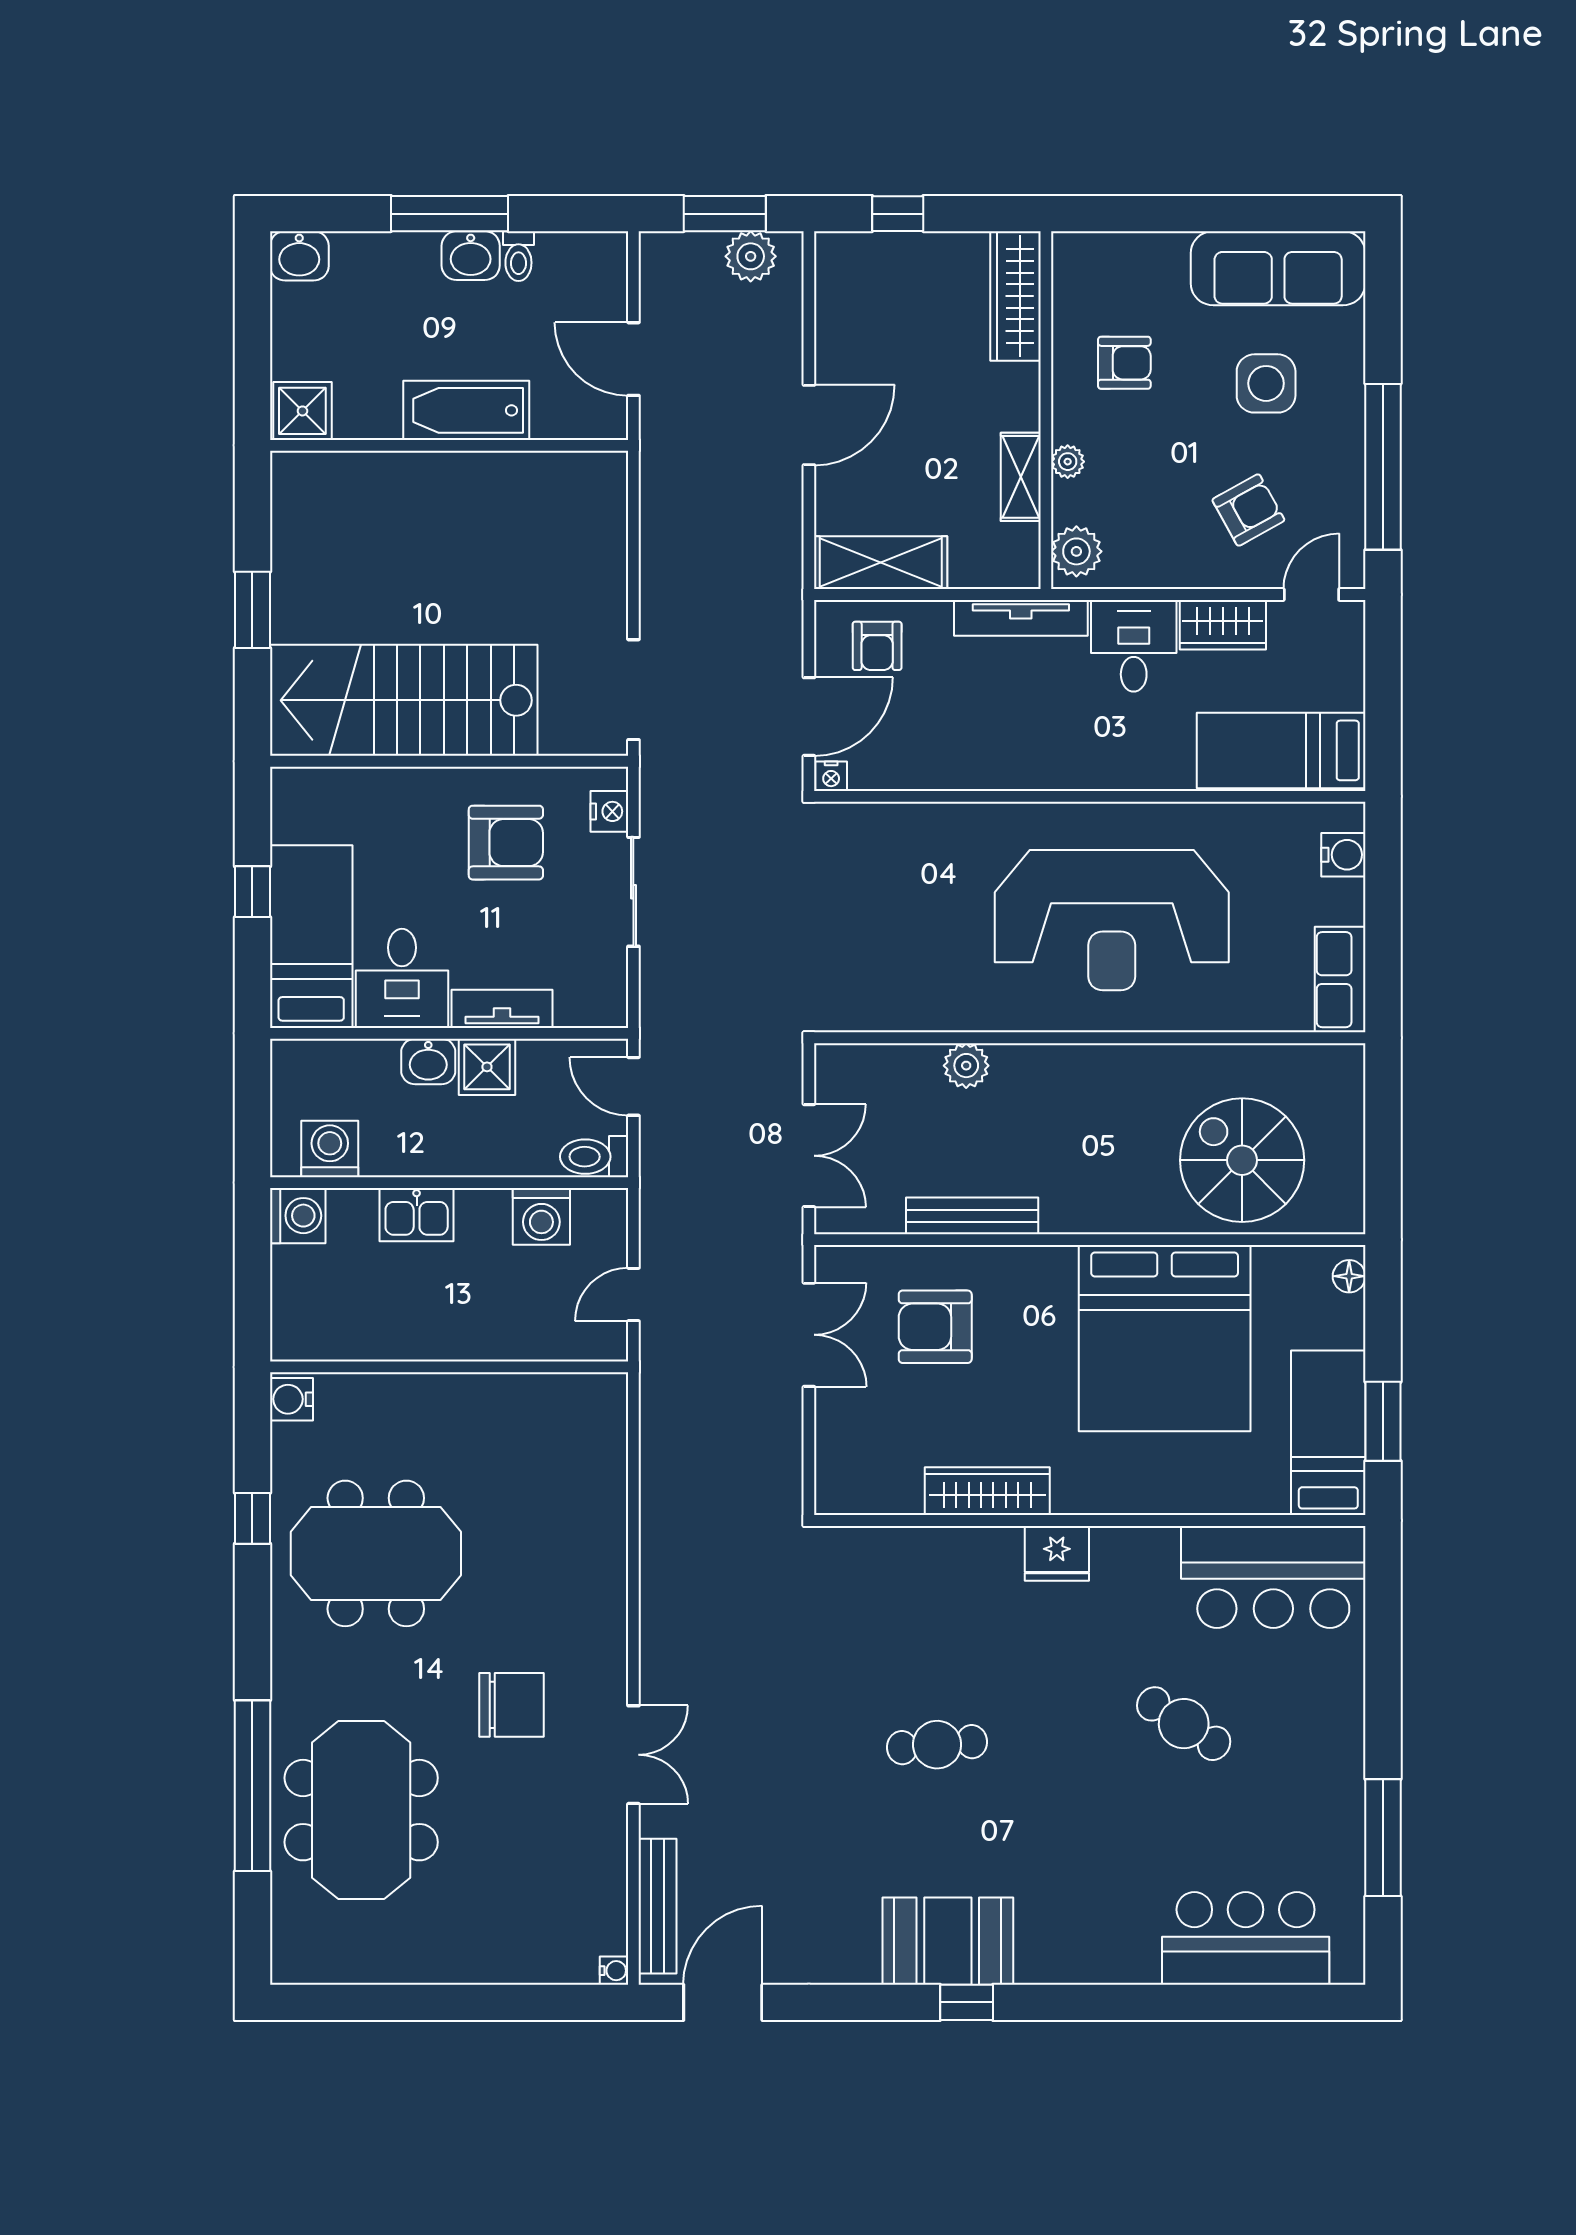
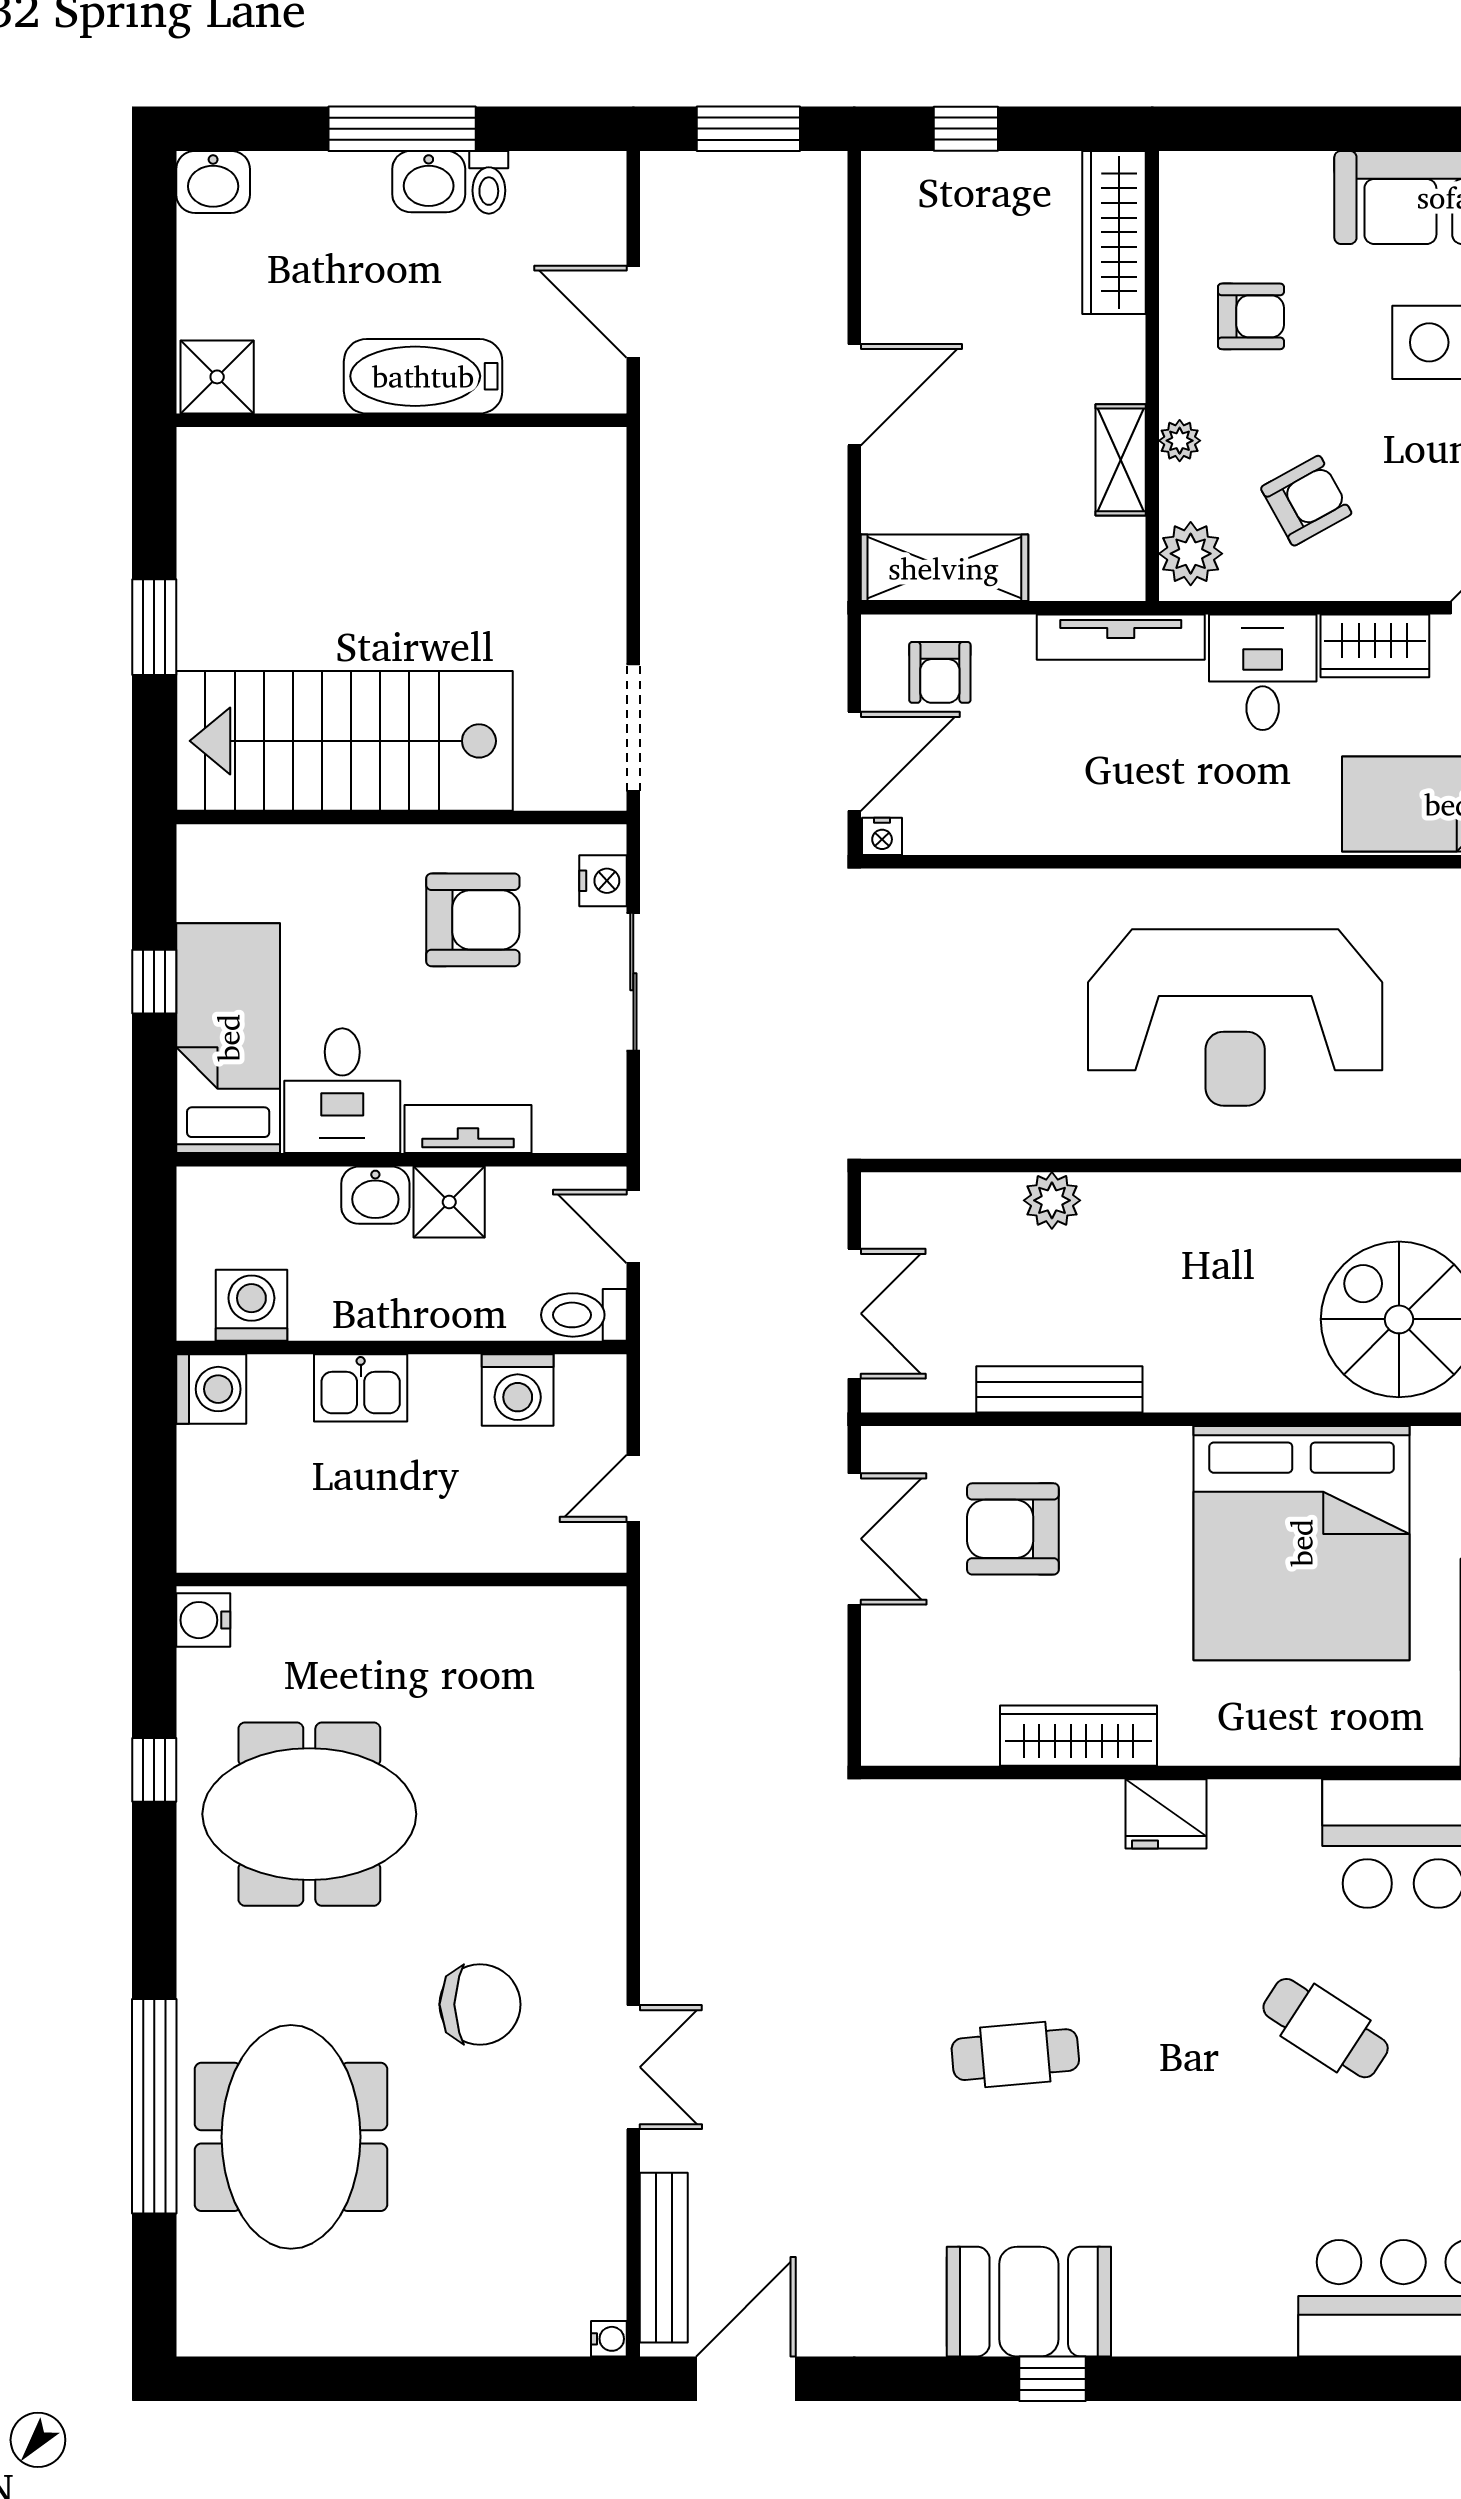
plant: (751, 256) -> (781, 182), removed
armchair: (1248, 510) -> (1306, 501), moved

